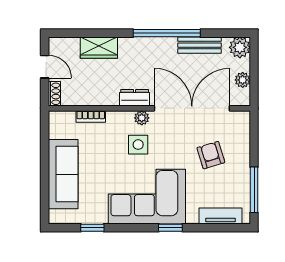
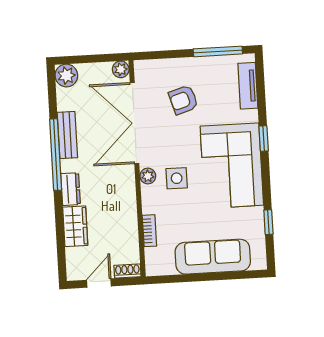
bench: (200, 45) -> (67, 135), moved
plant: (243, 80) -> (121, 69), moved
dresser: (135, 98) -> (71, 189), moved, turned 180

